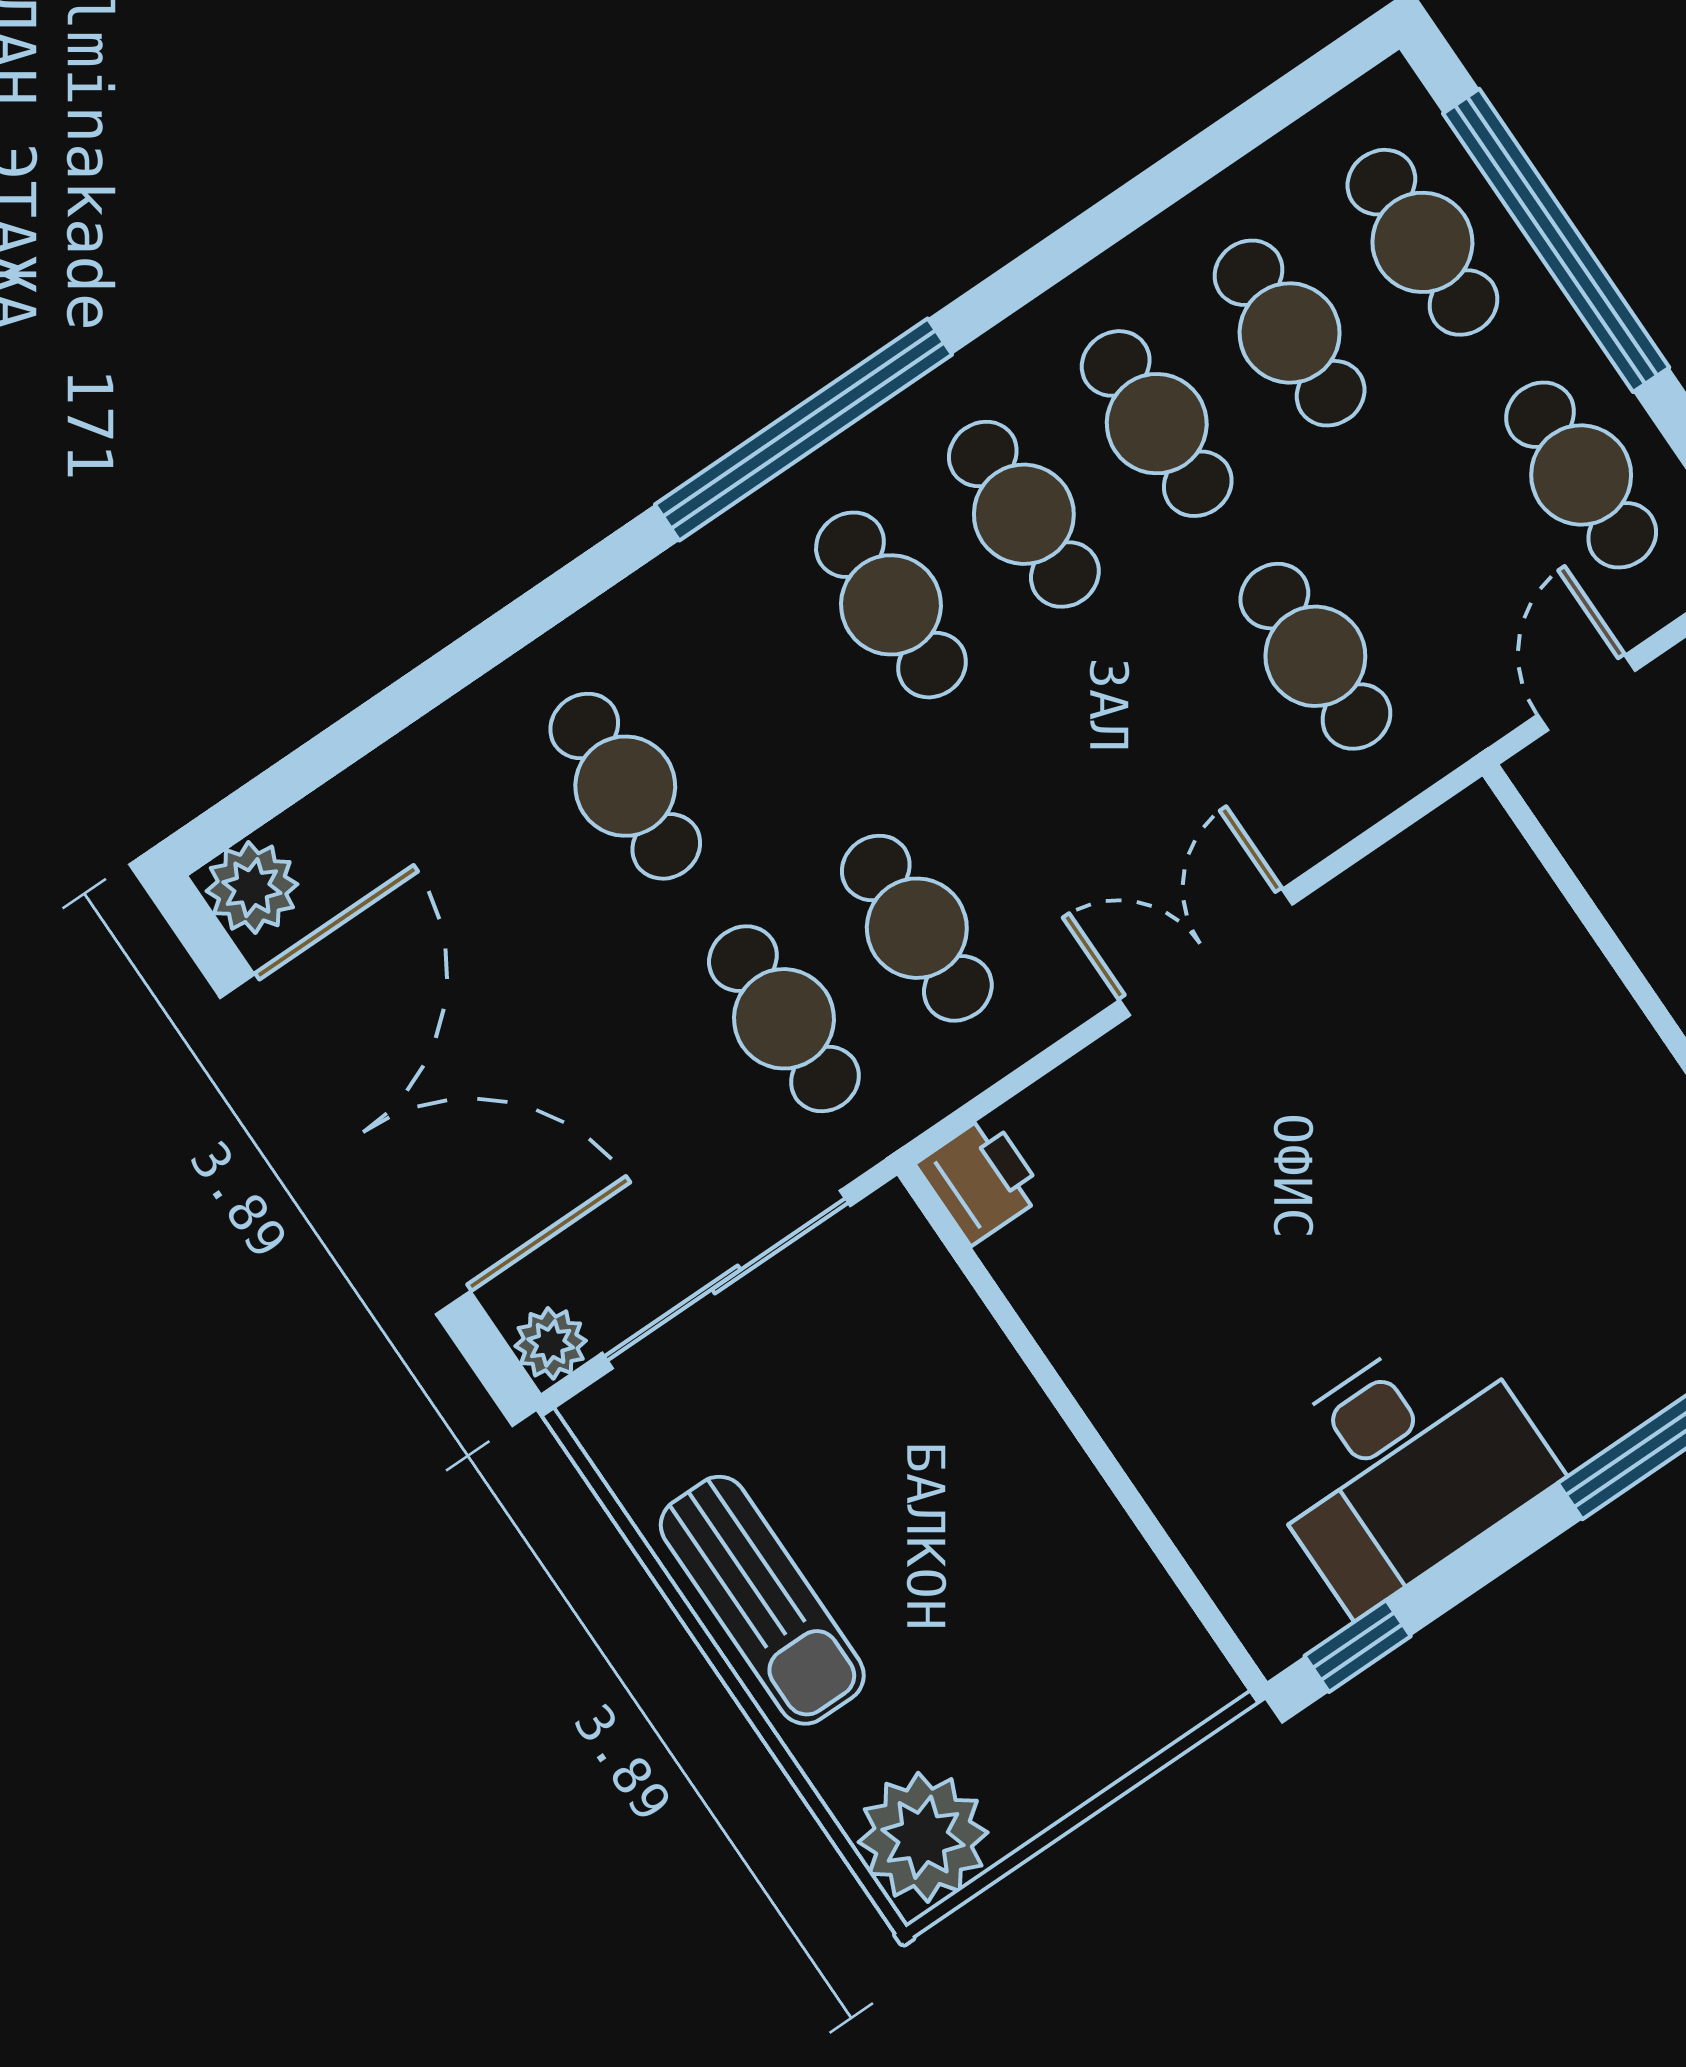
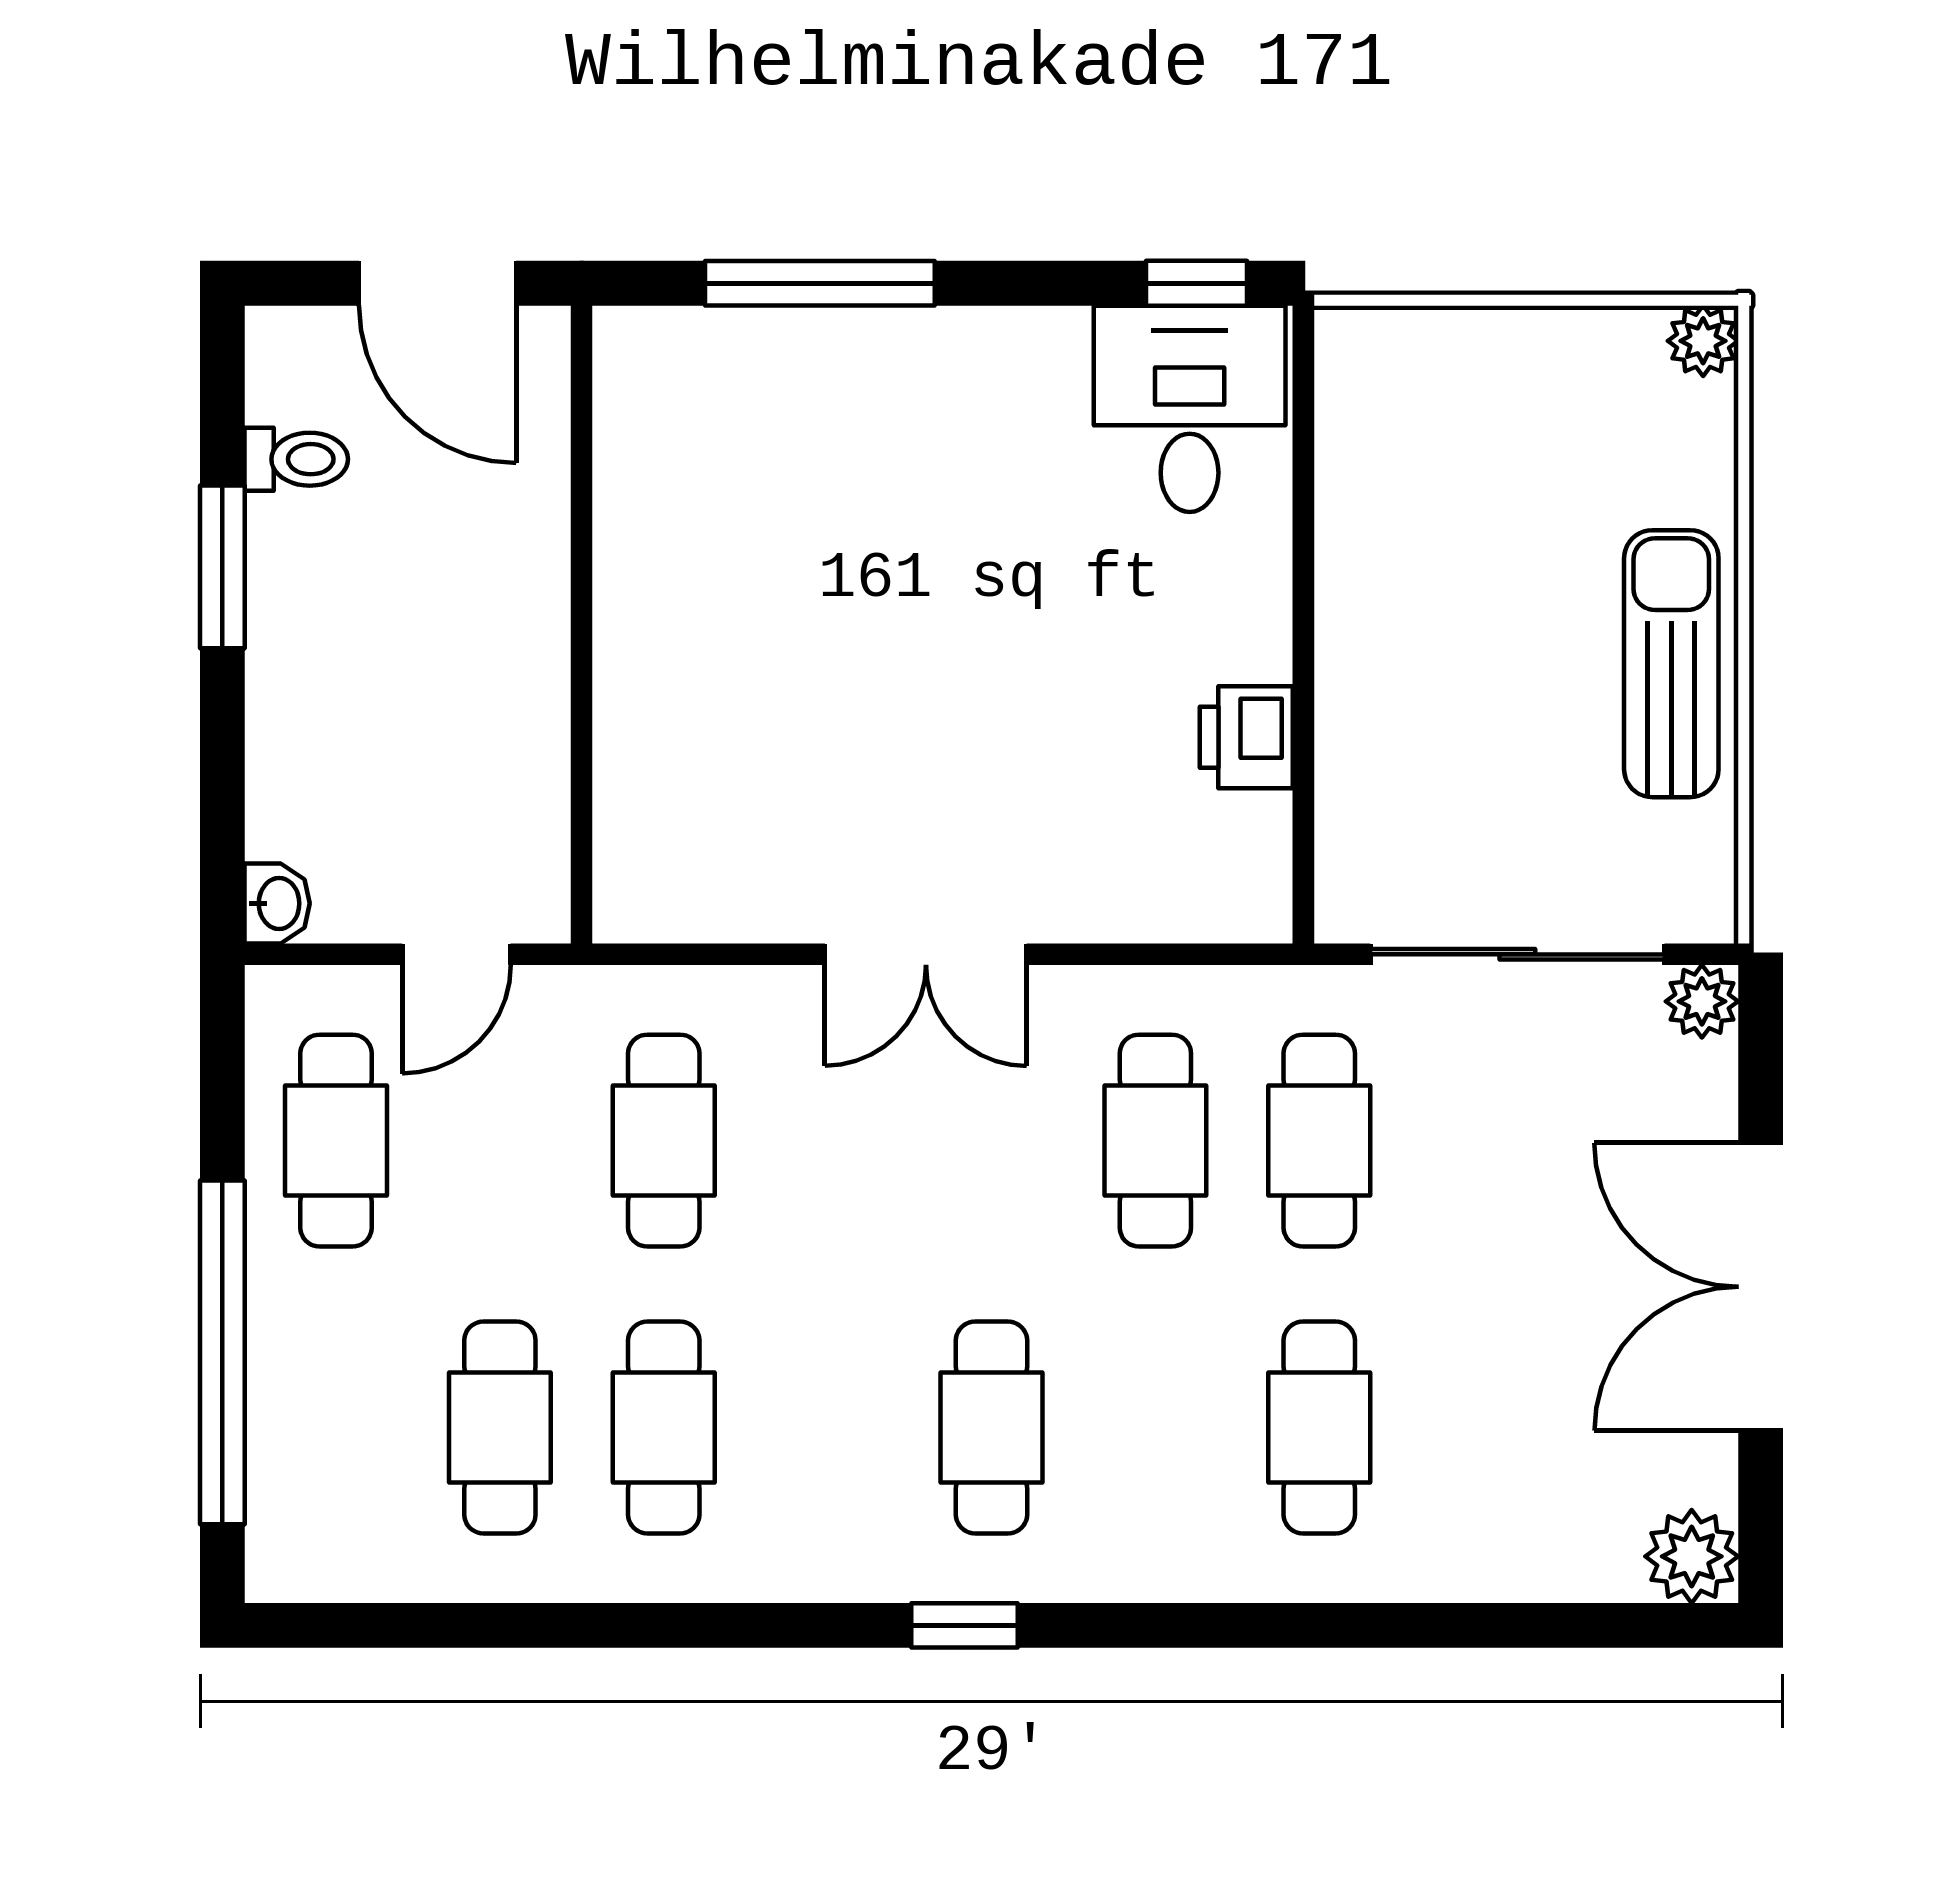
cafe table: (1422, 242) -> (336, 1428), removed
window: (803, 429) -> (964, 1625), width x0.32
cafe table: (1024, 514) -> (828, 1428), removed
double door: (345, 1144) -> (1761, 1287), width x0.73
printer: (980, 1180) -> (1246, 737), moved
desk: (1404, 1465) -> (1190, 409), moved, width x0.73
plant: (923, 1837) -> (1703, 341), width x0.53, depth x0.53

